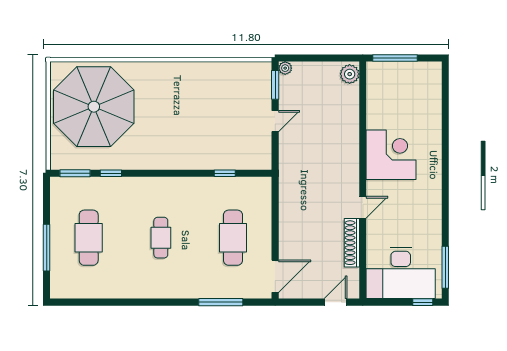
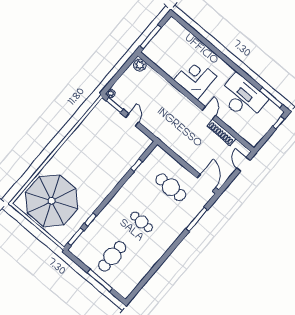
cafe table: (89, 238) -> (112, 256), turned 90
desk: (401, 273) -> (242, 97), moved, turned -90

